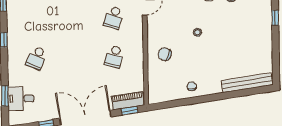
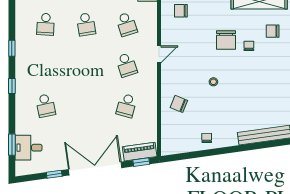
school desk: (114, 18) -> (126, 65), turned -36
school desk: (37, 58) -> (46, 106), turned -36

